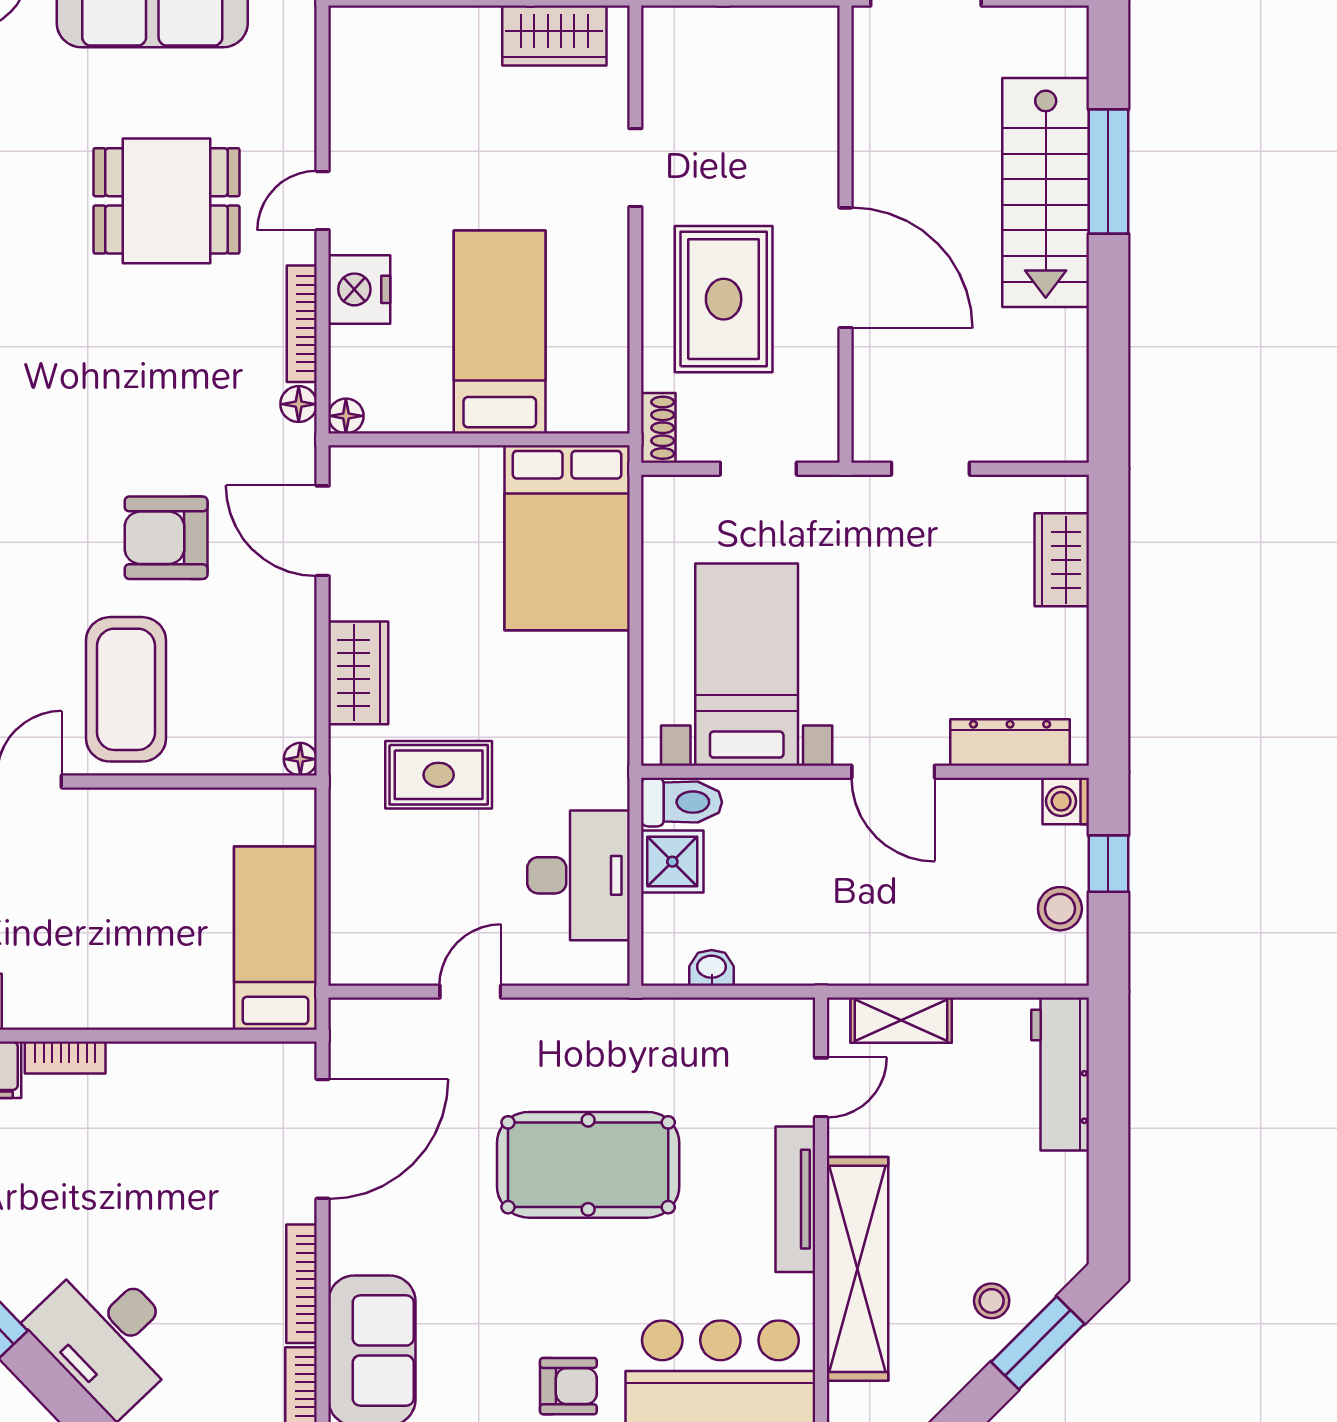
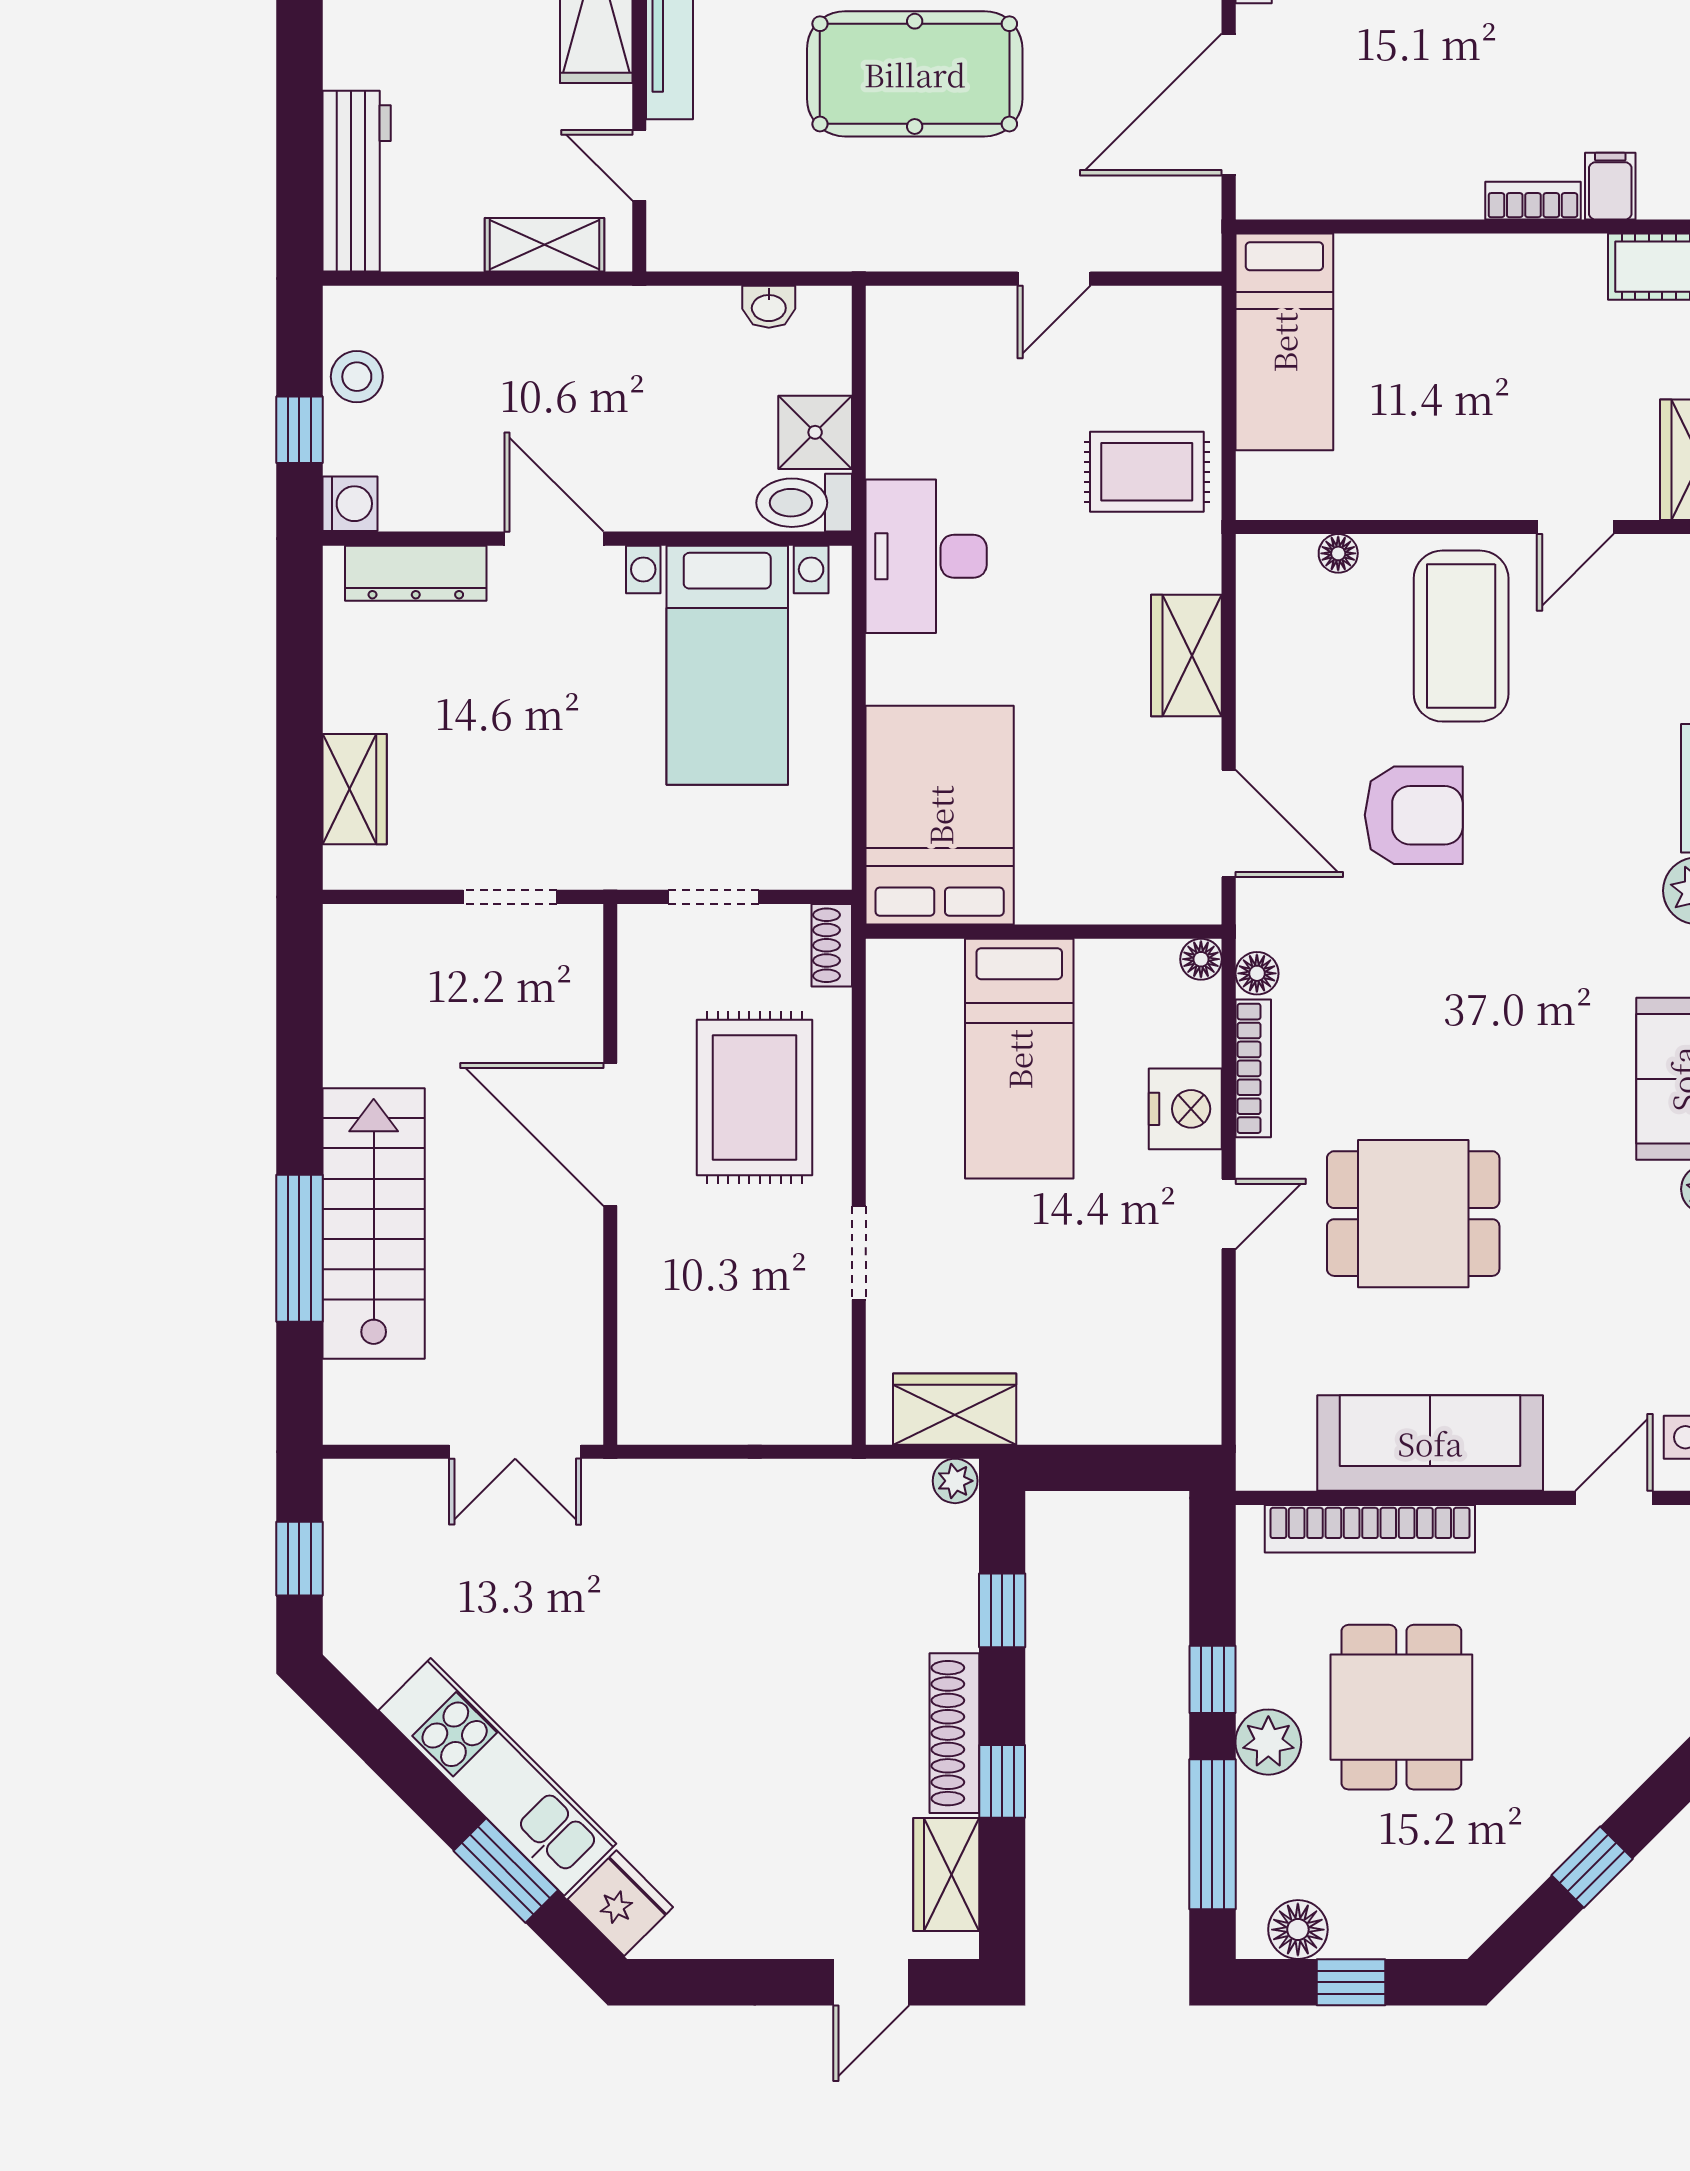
floor lamp: (300, 759) -> (1338, 553), moved
rug: (439, 775) -> (1147, 472), moved
desk: (578, 875) -> (926, 556), moved
door: (821, 1087) -> (639, 165), hinge flipped

